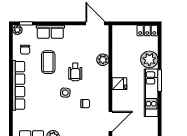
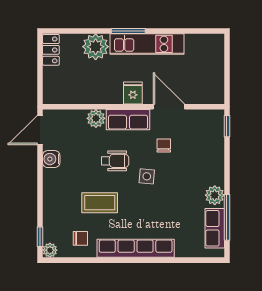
water cooler: (76, 31) -> (51, 159), added
row of seats: (50, 32) -> (128, 120), moved, turned 90
door: (110, 121) -> (169, 107), moved

